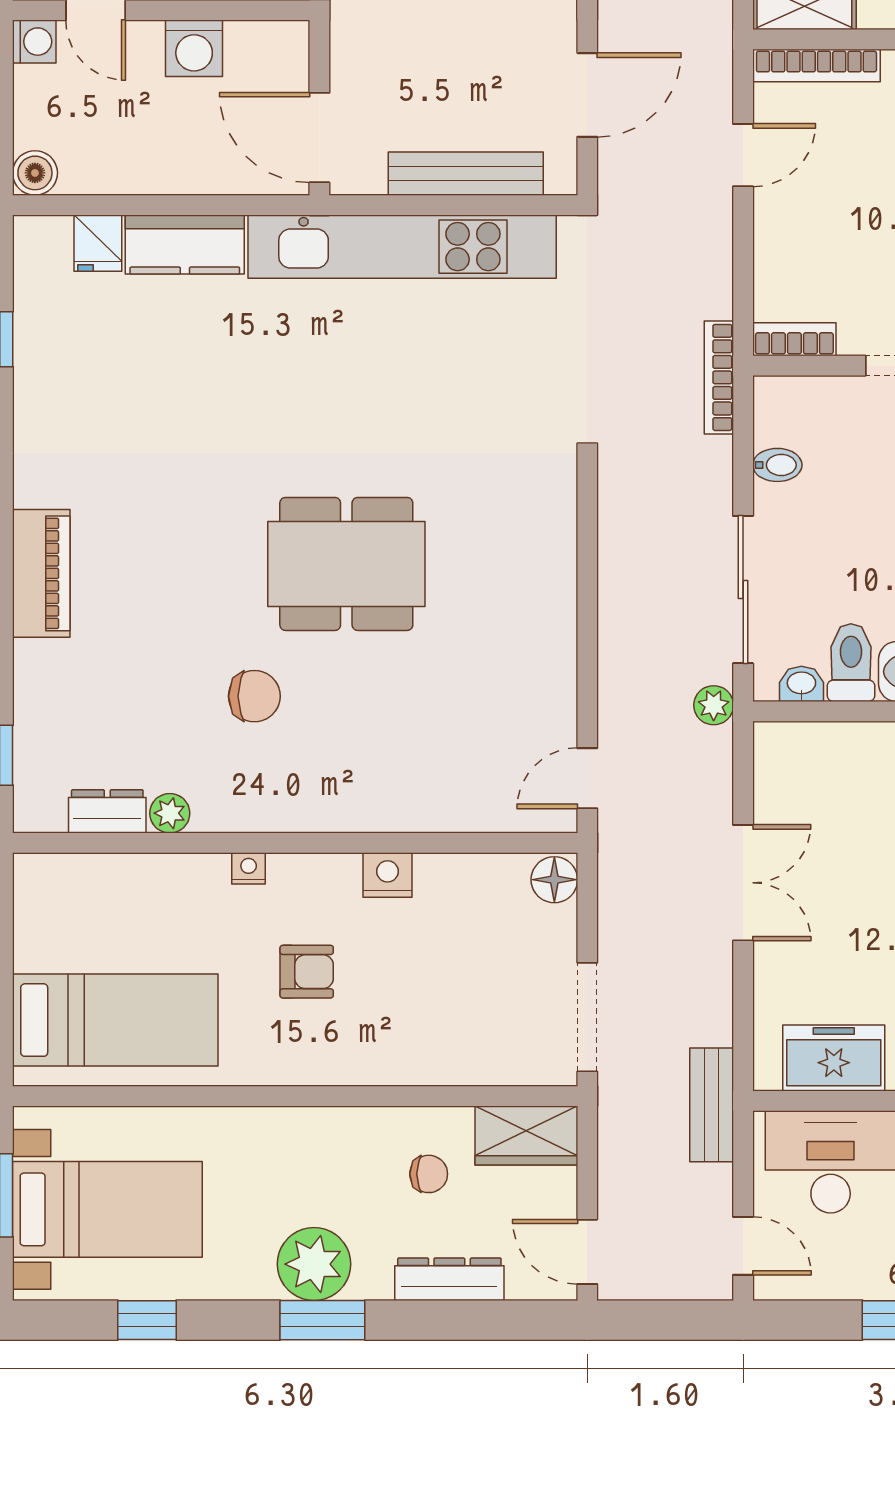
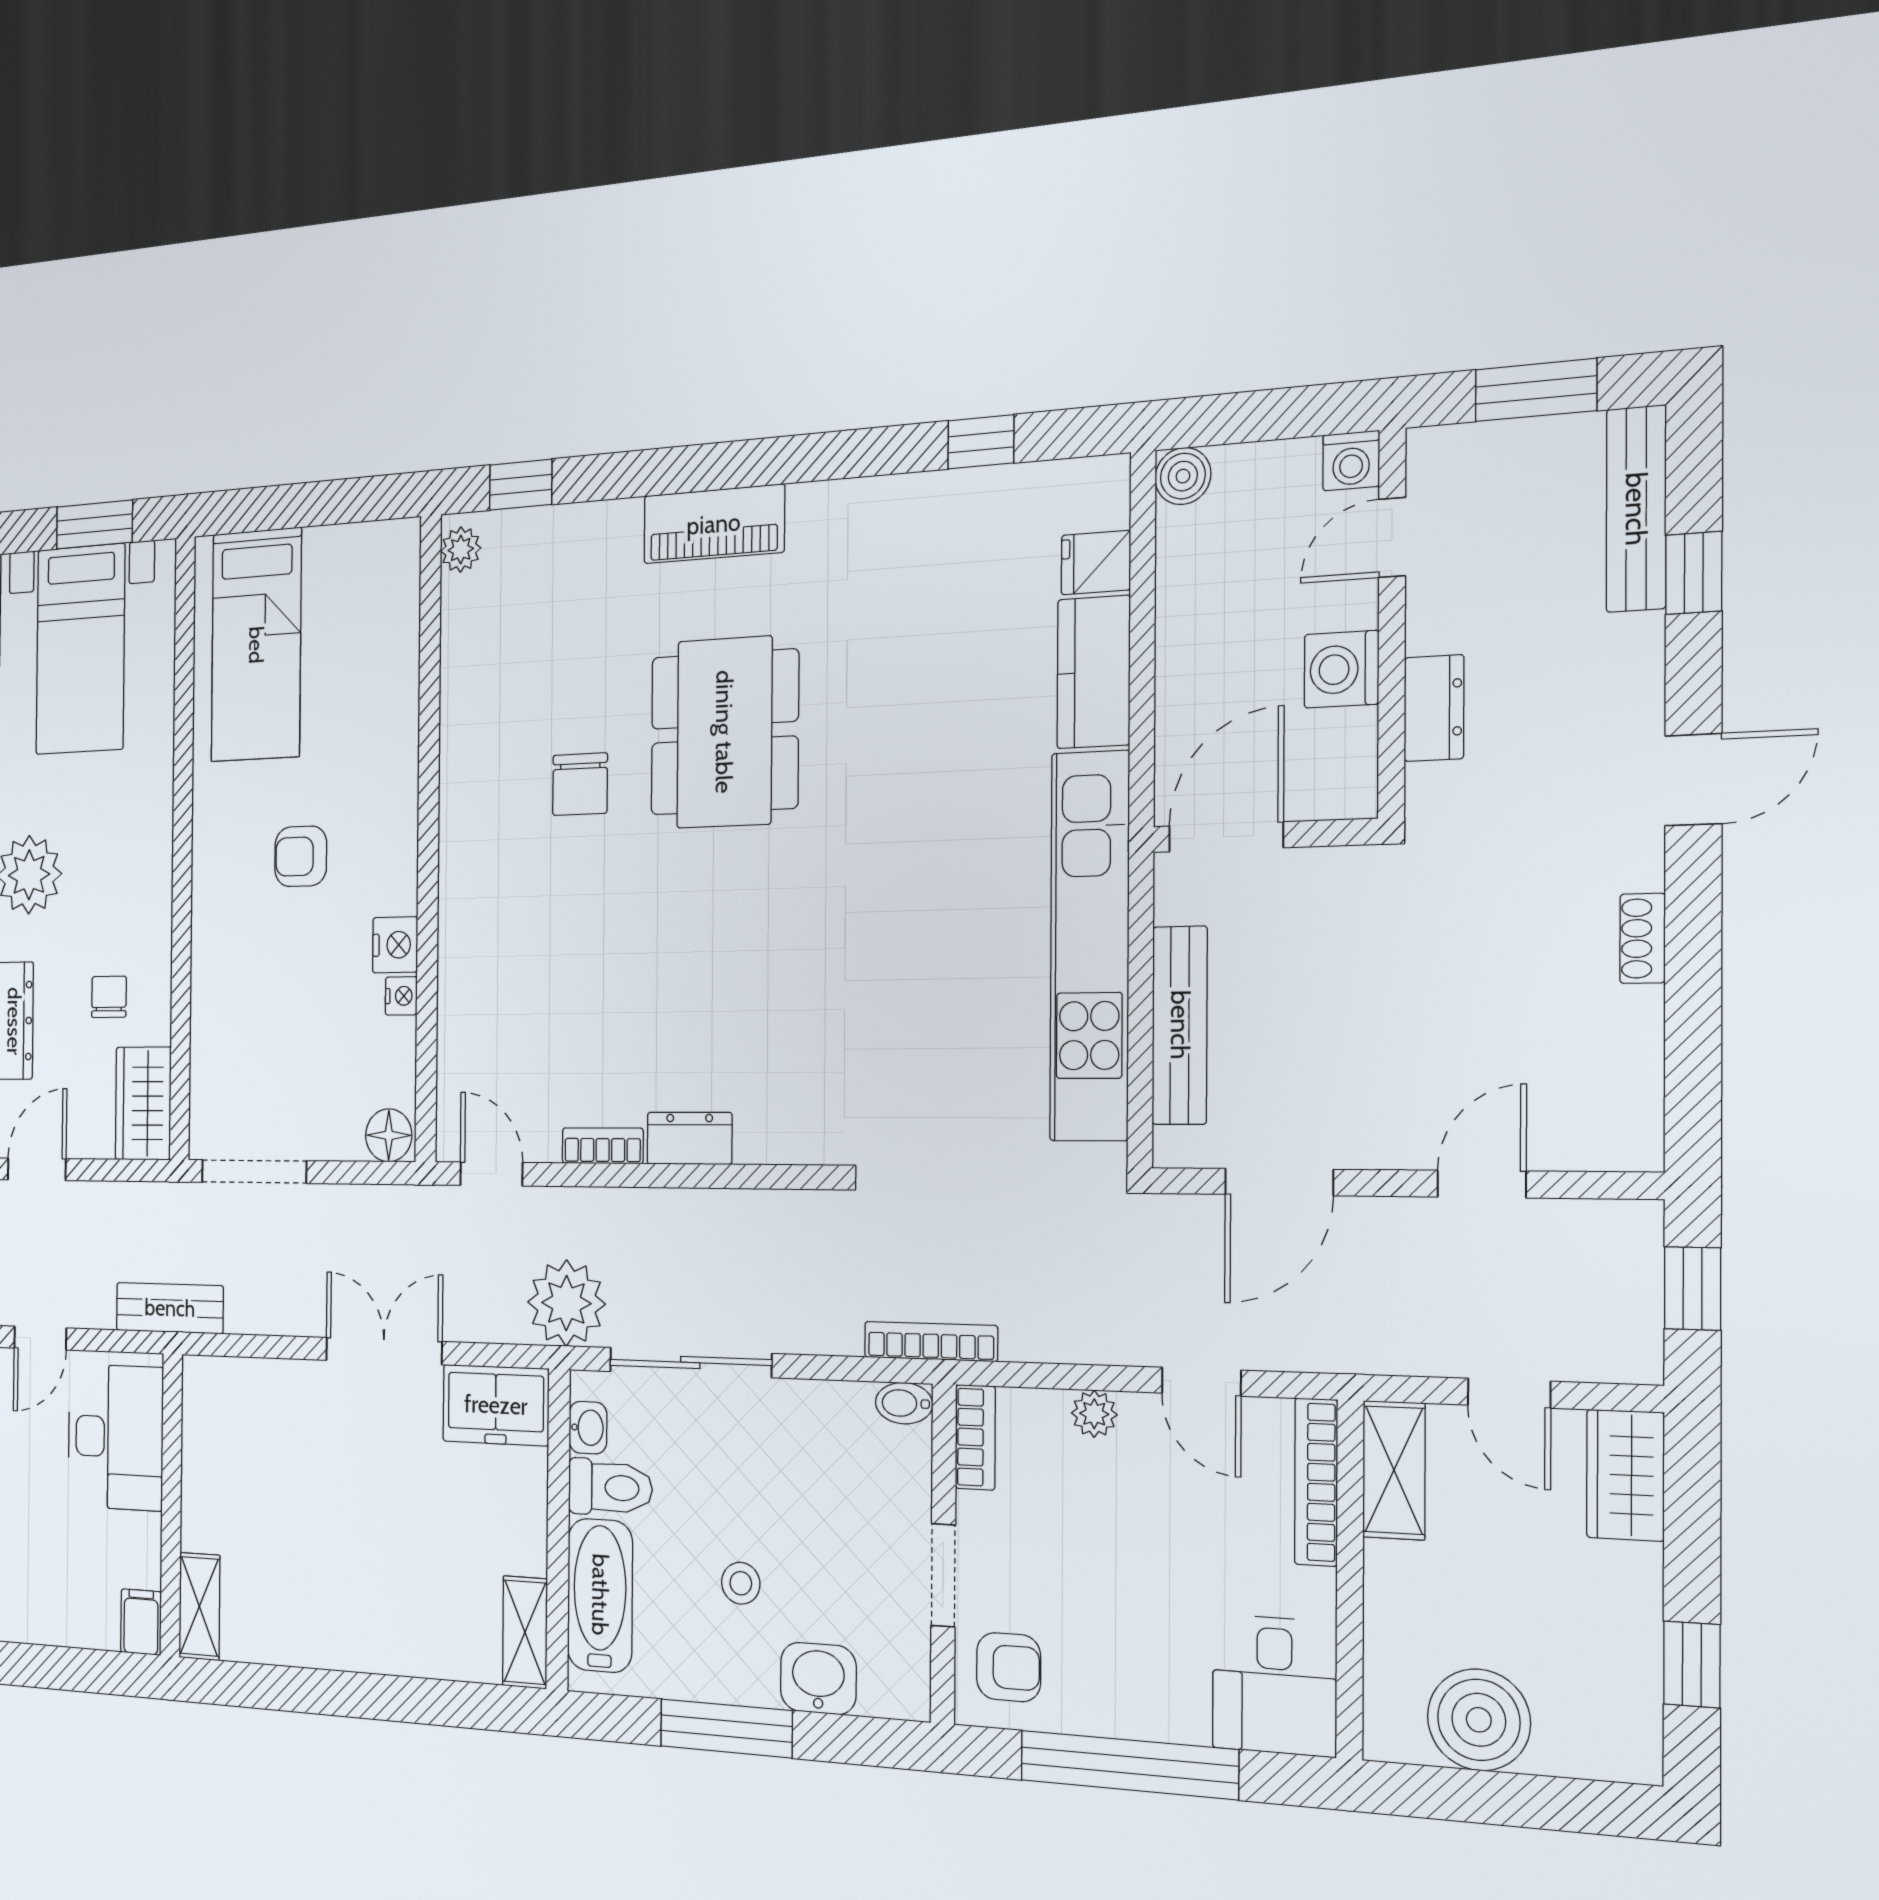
door: (587, 95) -> (1279, 1182), hinge flipped
plant: (772, 241) -> (1094, 1414), added
bidet: (777, 465) -> (904, 1403), moved, turned 90
dining table: (346, 564) -> (724, 732), moved
bookcase: (562, 672) -> (603, 1146), added
plant: (714, 705) -> (566, 1303), width x1.88, depth x1.88
dresser: (107, 811) -> (689, 1138), moved, turned -90
plant: (170, 813) -> (461, 549), moved
nightstand: (249, 868) -> (401, 996), moved
double door: (743, 883) -> (384, 1351), swing flipped
armchair: (307, 972) -> (301, 856), turned 90
freezer: (834, 1058) -> (496, 1405), moved, turned 90
chair: (429, 1174) -> (109, 997), turned 180

